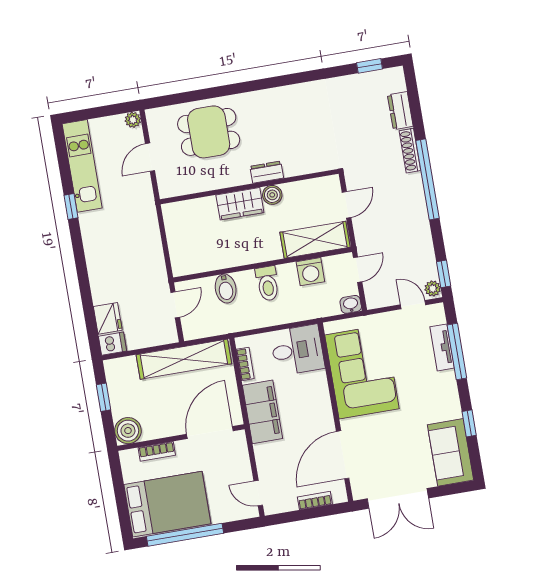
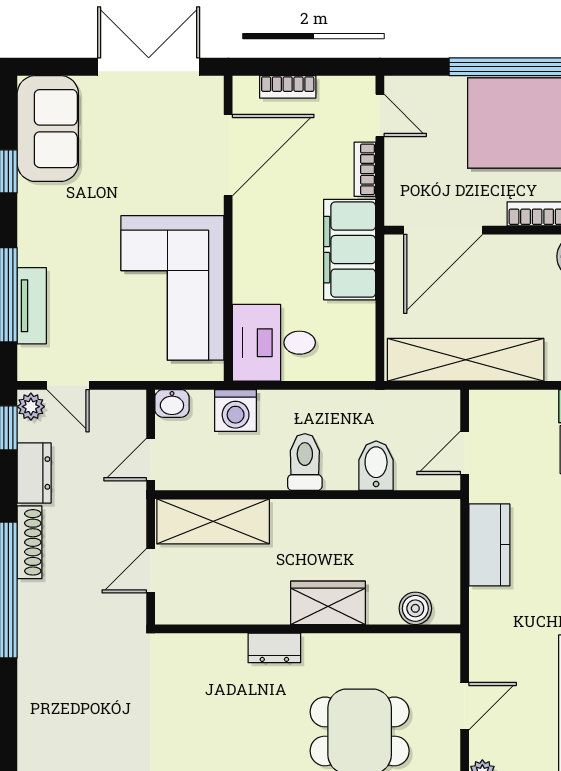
dresser: (400, 111) -> (34, 473), moved
shoe rack: (410, 151) -> (30, 542), moved
boiler: (272, 195) -> (415, 608), moved
kitchen counter: (152, 254) -> (489, 545), added
washing machine: (310, 272) -> (236, 411), moved, turned 180
bookcase: (245, 364) -> (365, 169), moved

